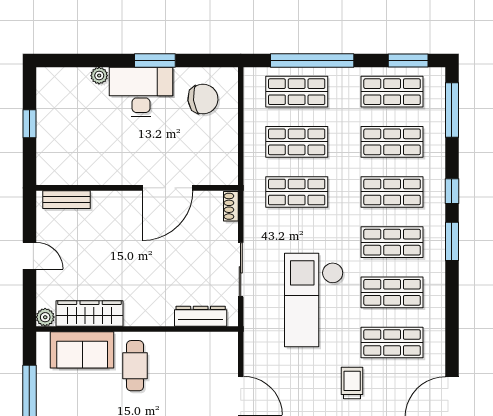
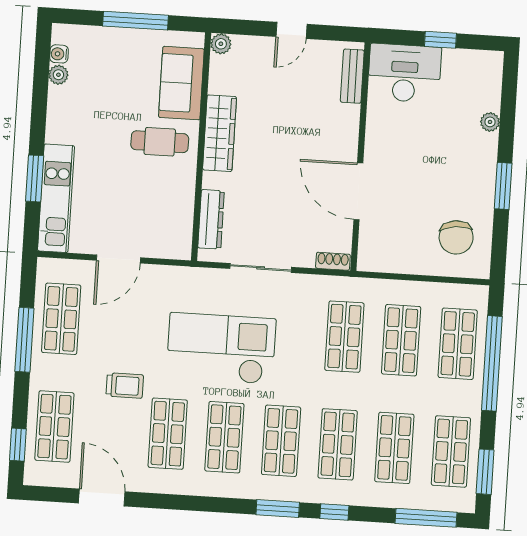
desk: (141, 92) -> (404, 73), moved, turned -90
wardrobe: (89, 313) -> (220, 133), moved

